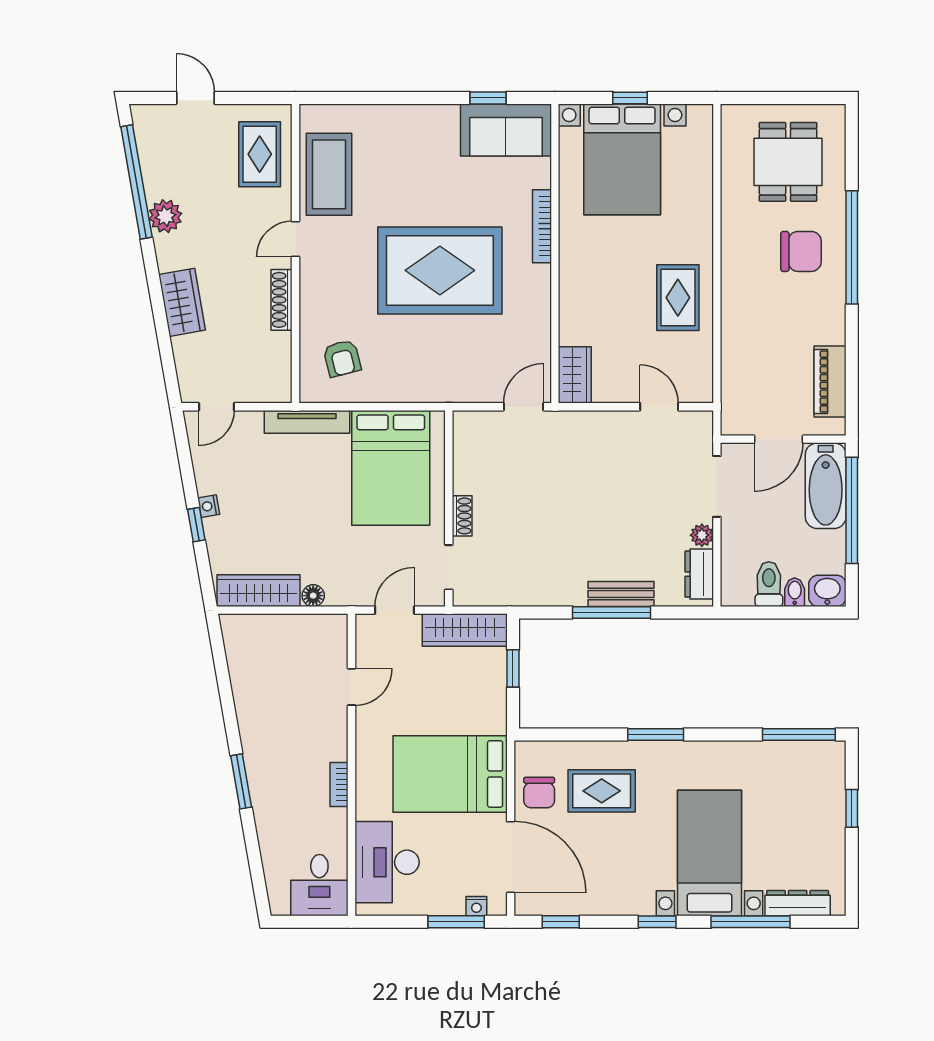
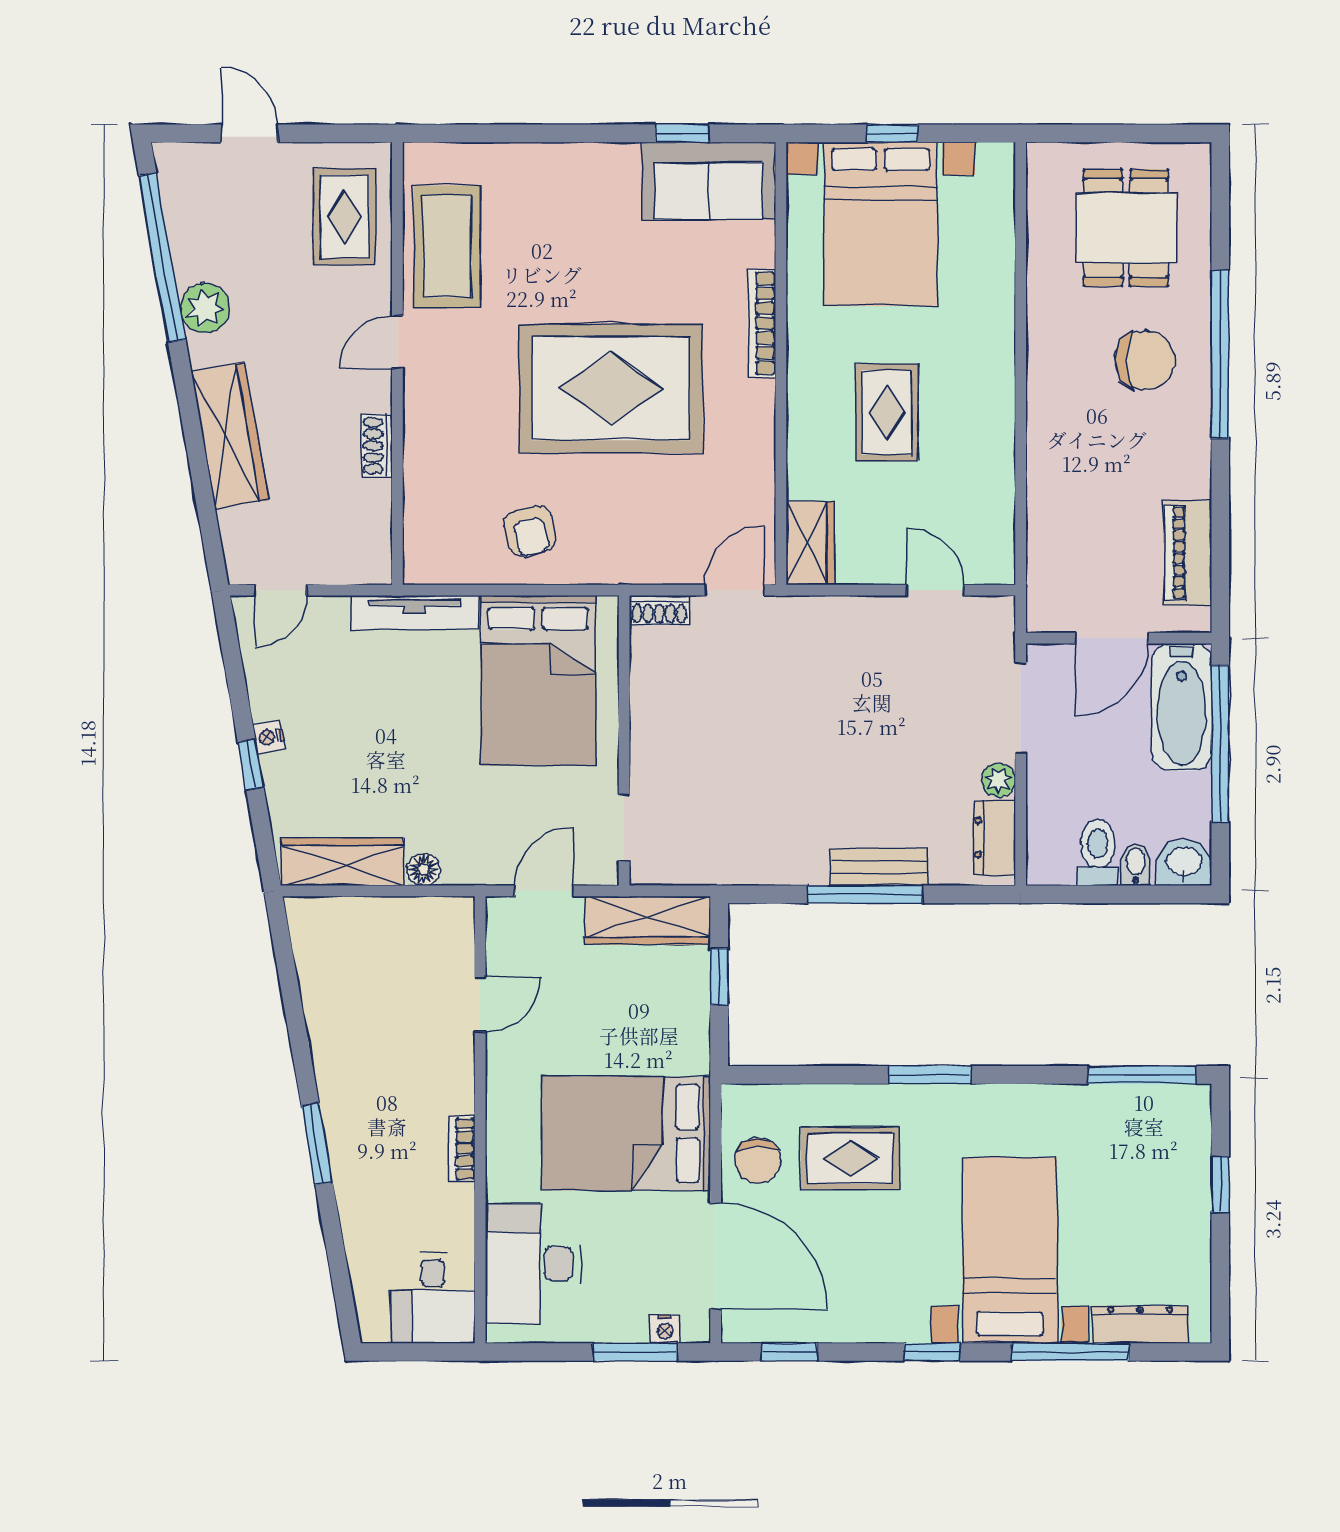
rug: (678, 298) -> (887, 412), moved
shoe rack: (282, 300) -> (377, 446), width x0.70
wardrobe: (182, 302) -> (230, 436), width x1.50
armchair: (342, 358) -> (530, 531), moved
shoe rack: (462, 516) -> (659, 610), moved, turned 90

